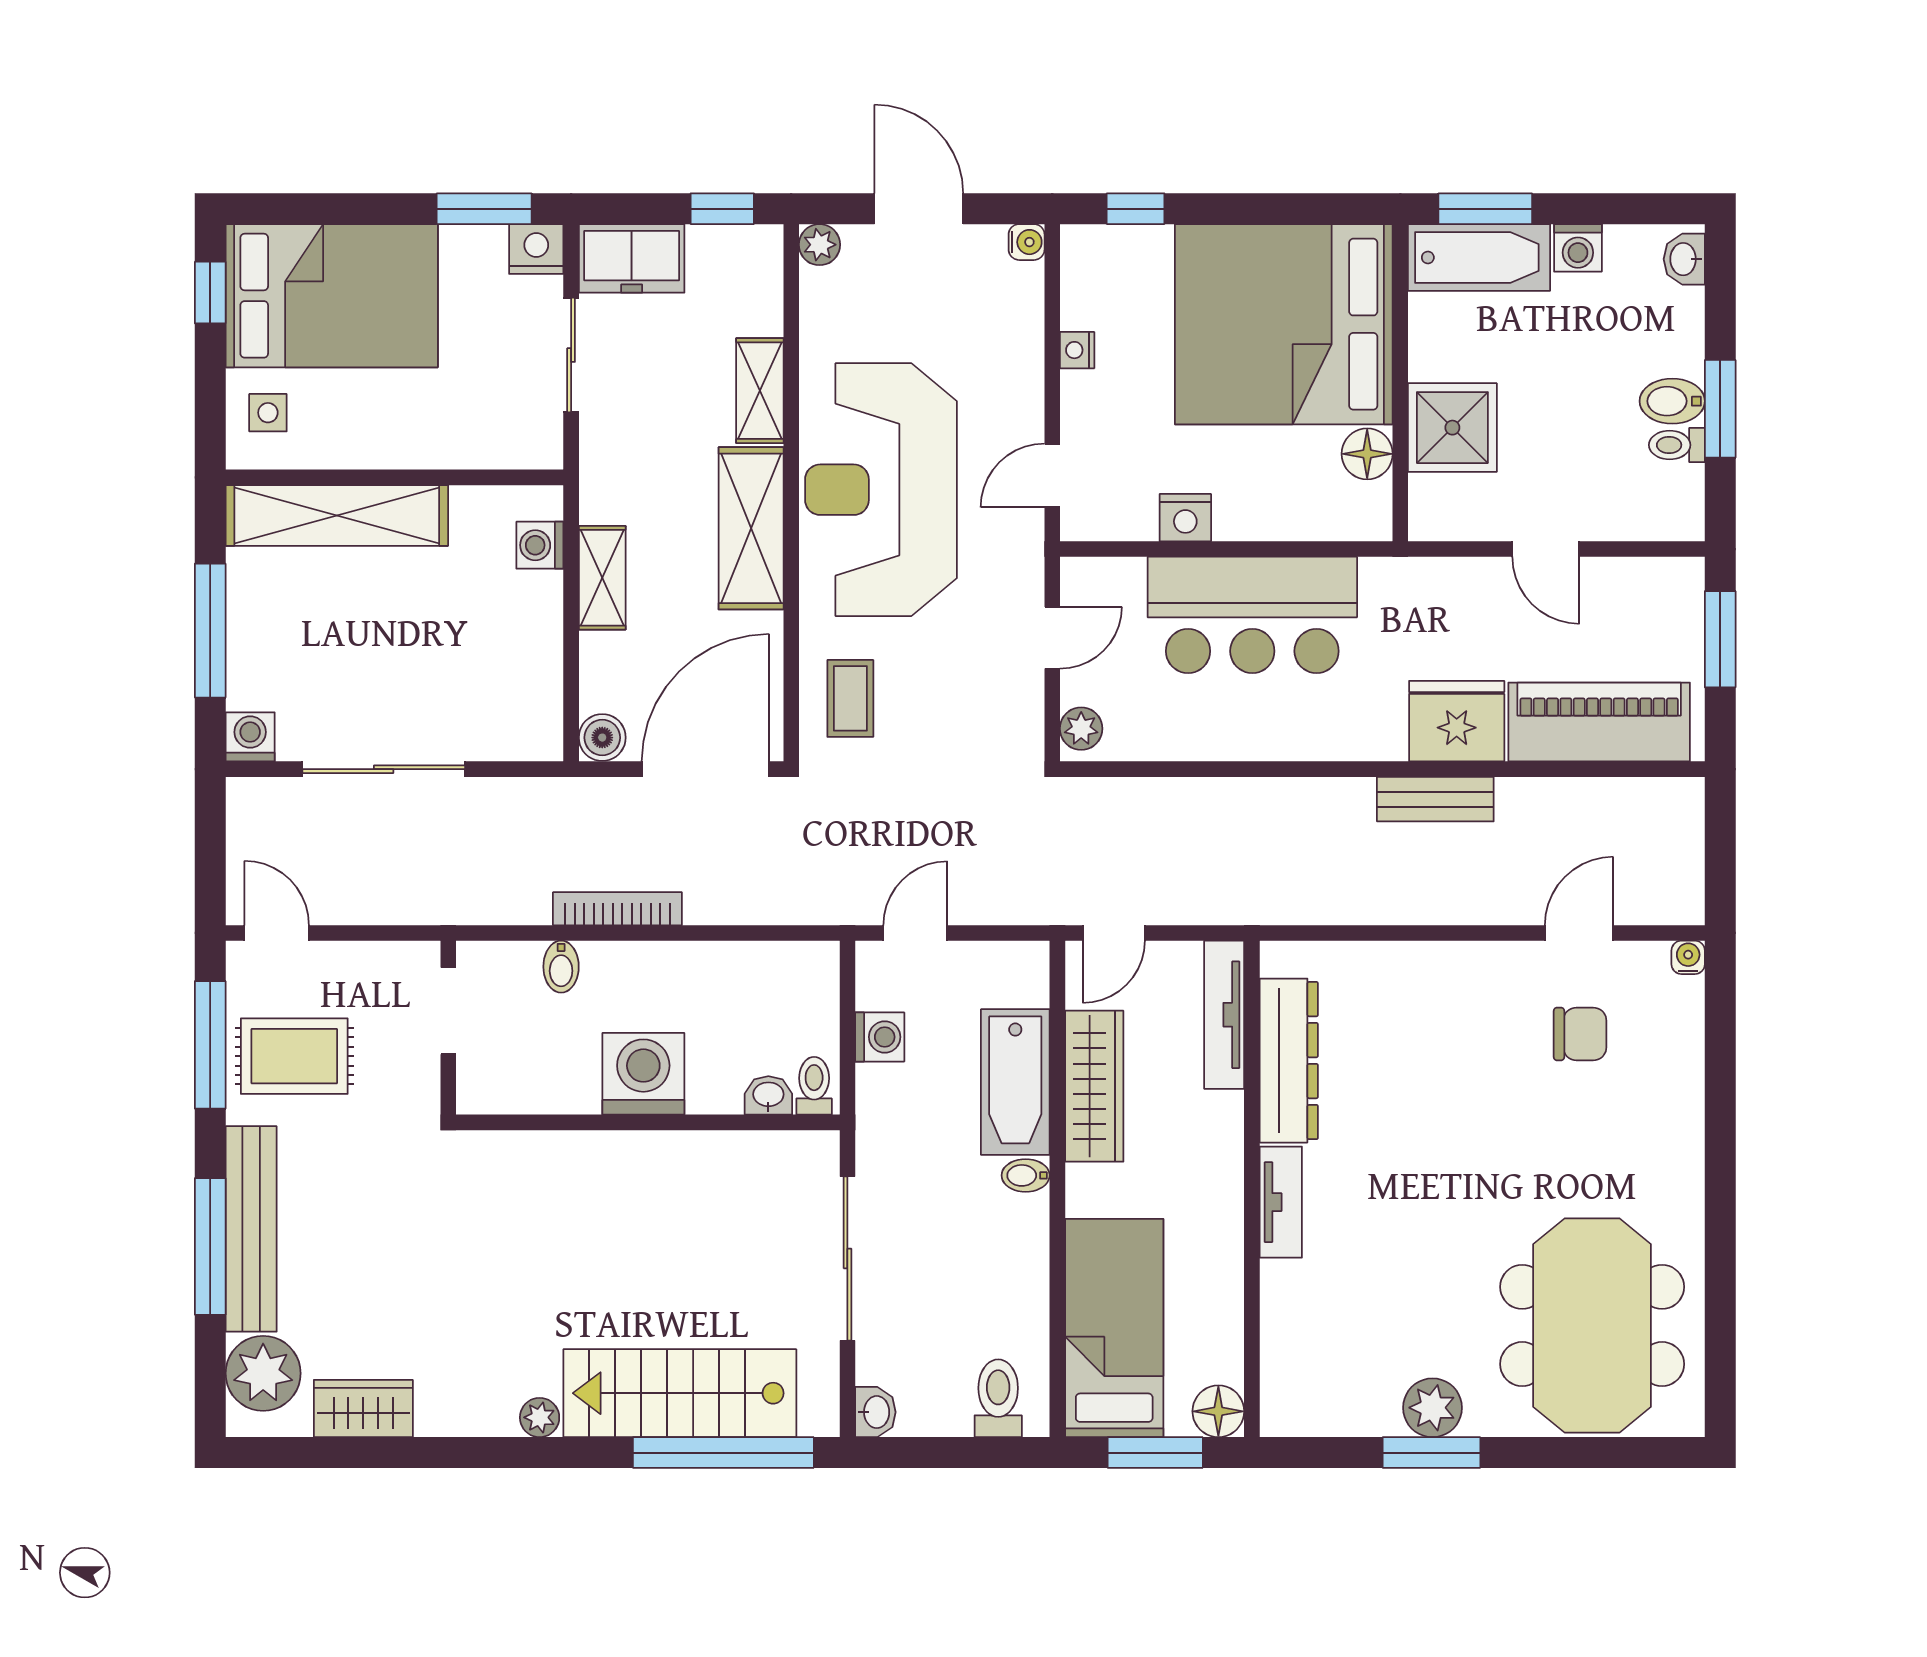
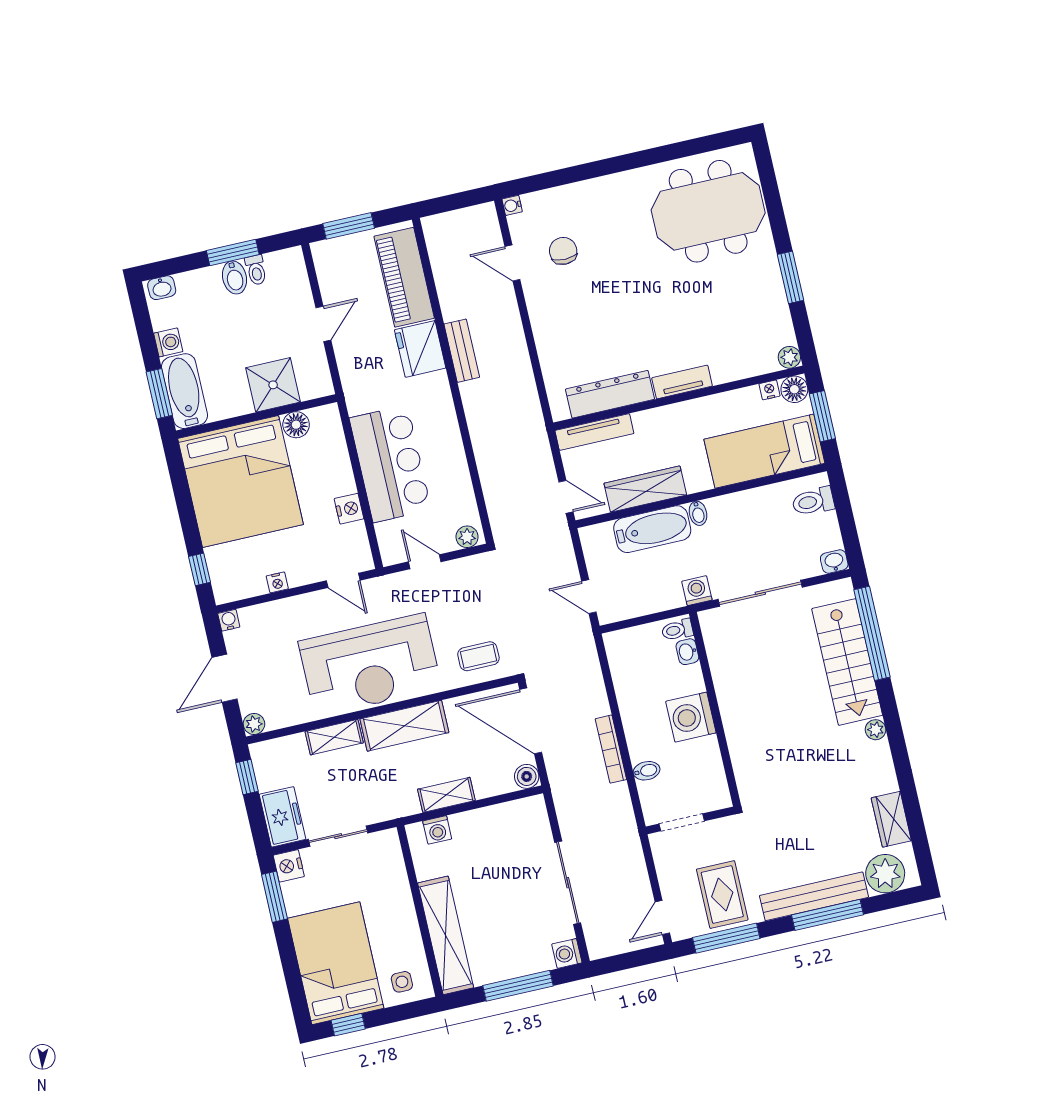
washing machine: (880, 1037) -> (697, 591), moved
nightstand: (1228, 1364) -> (769, 390), added
plant: (1433, 1408) -> (789, 357), moved, width x0.73, depth x0.73

